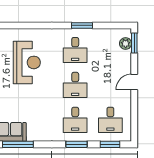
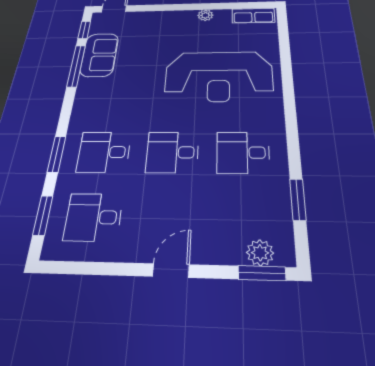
window: (82, 25) -> (298, 199), moved
reception desk: (27, 62) -> (219, 76), width x1.36, depth x1.30
door: (134, 82) -> (171, 271), hinge flipped

